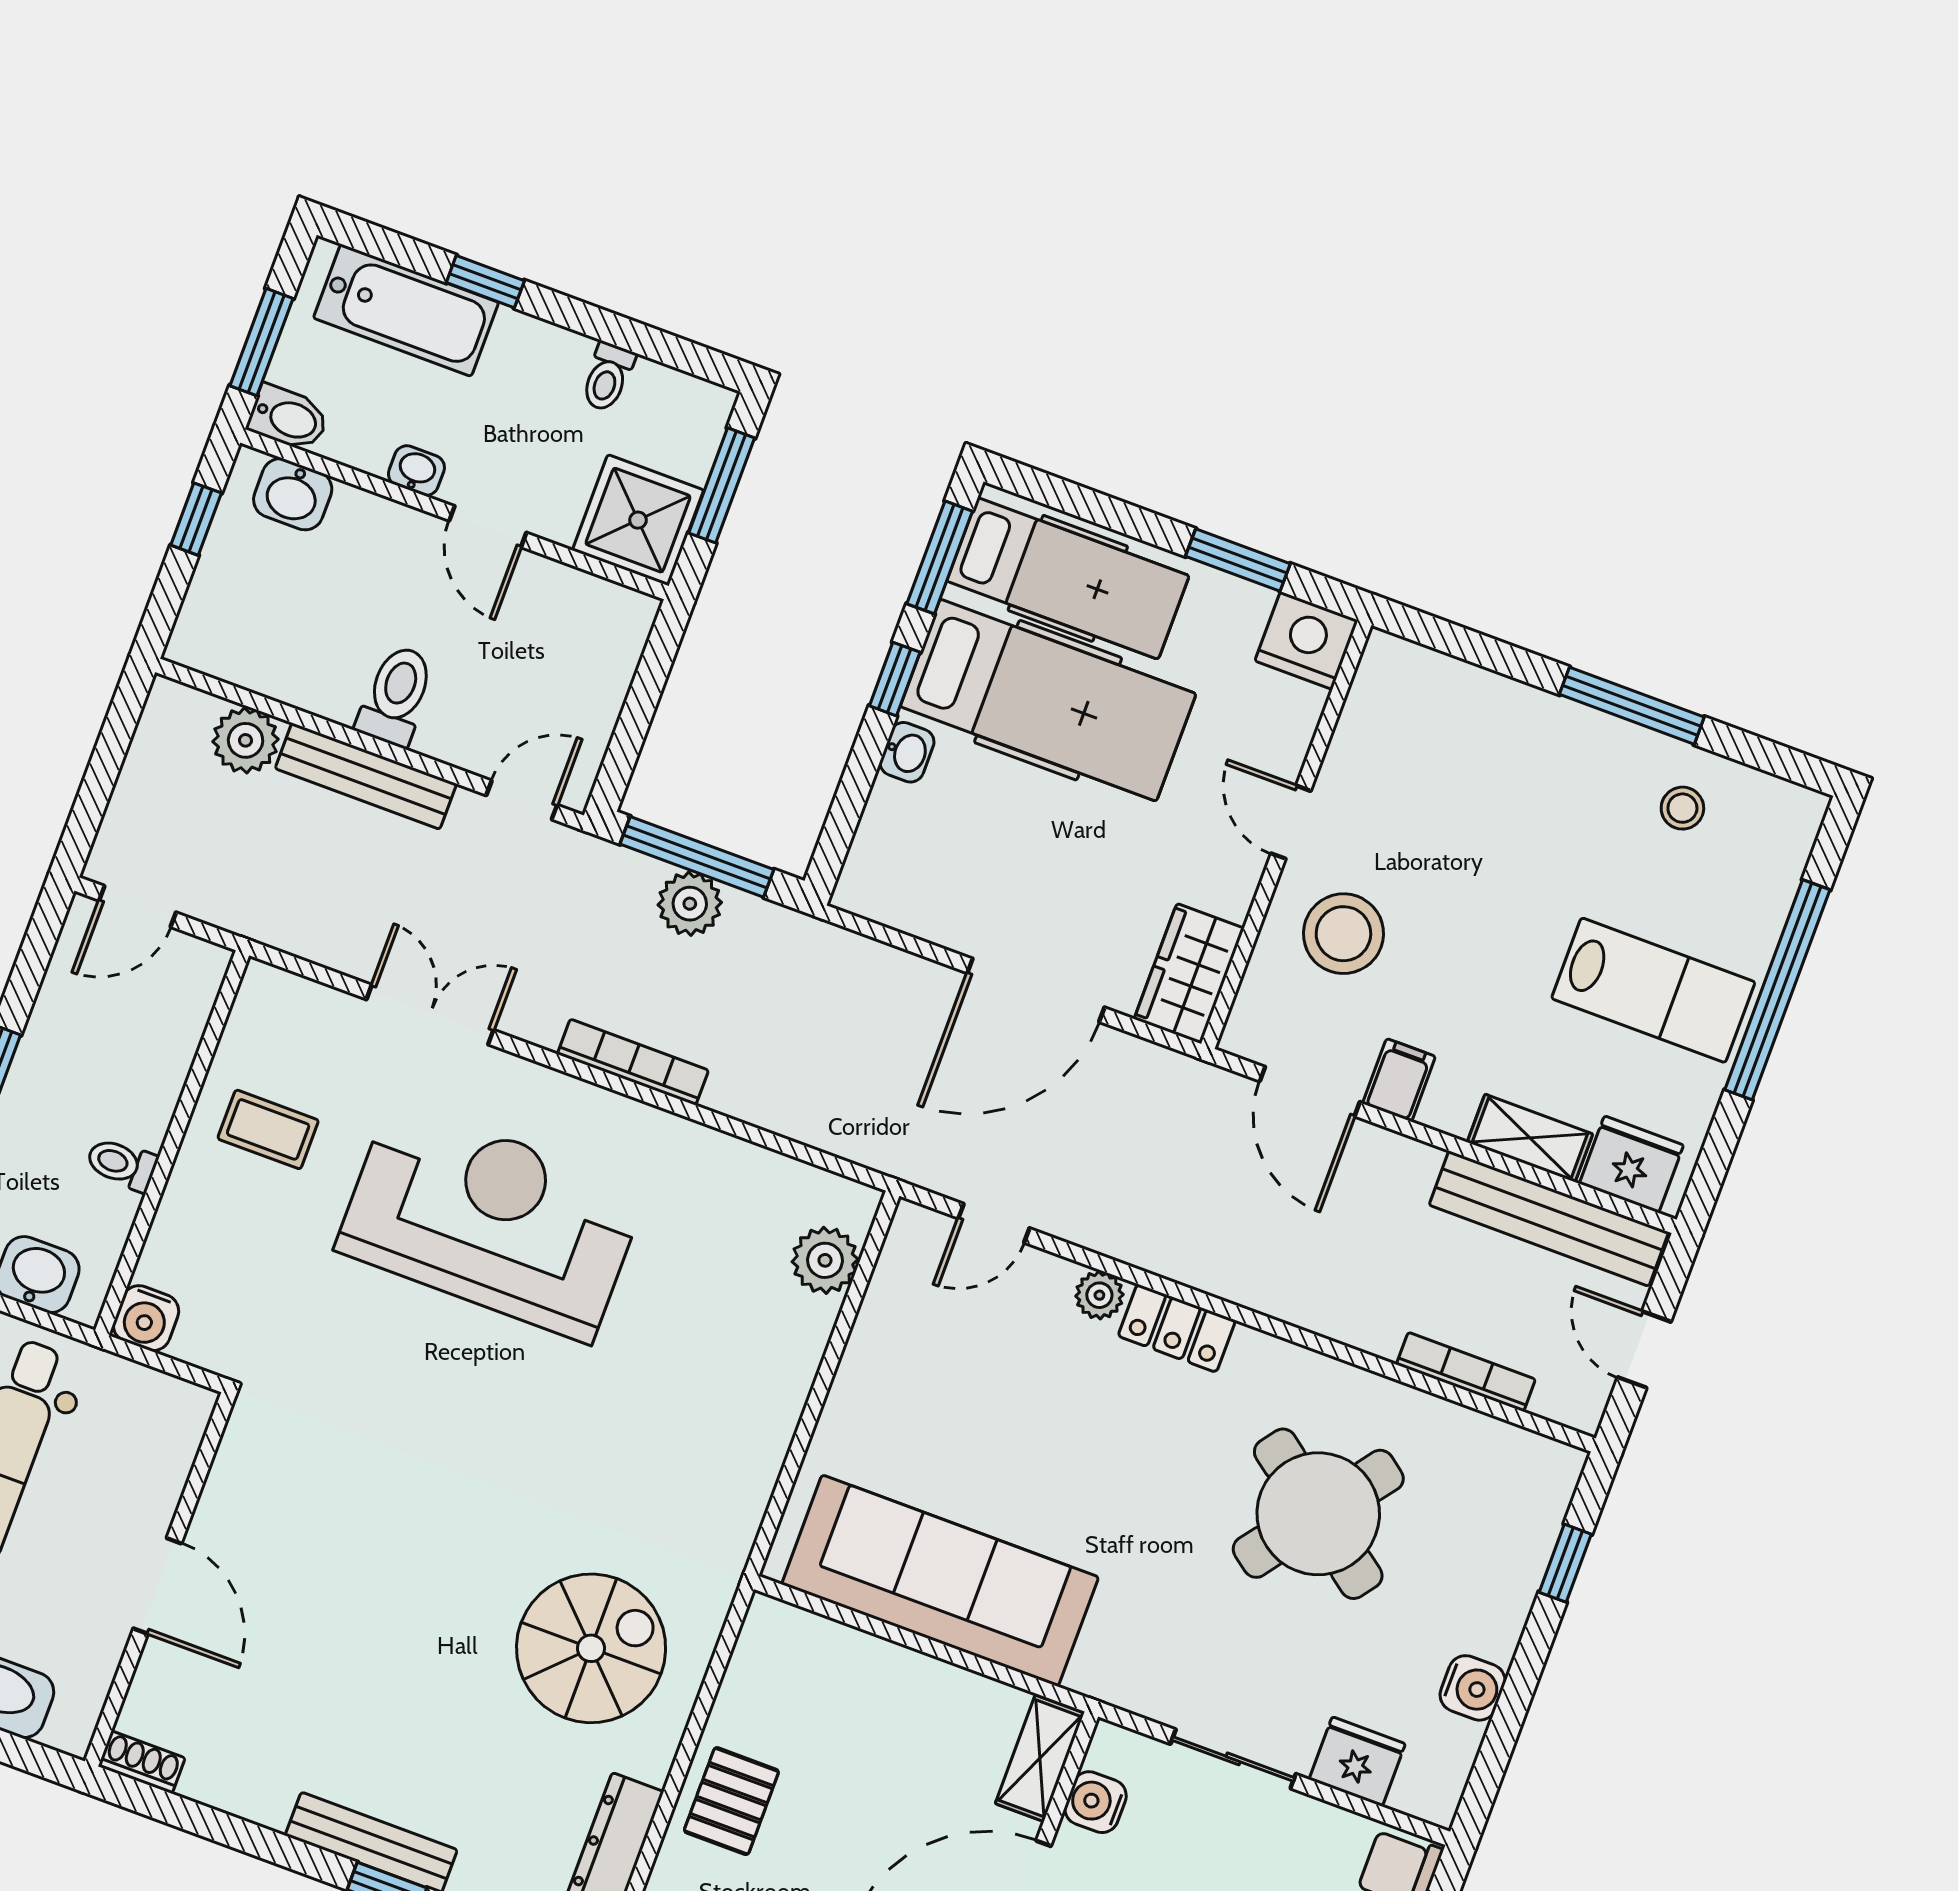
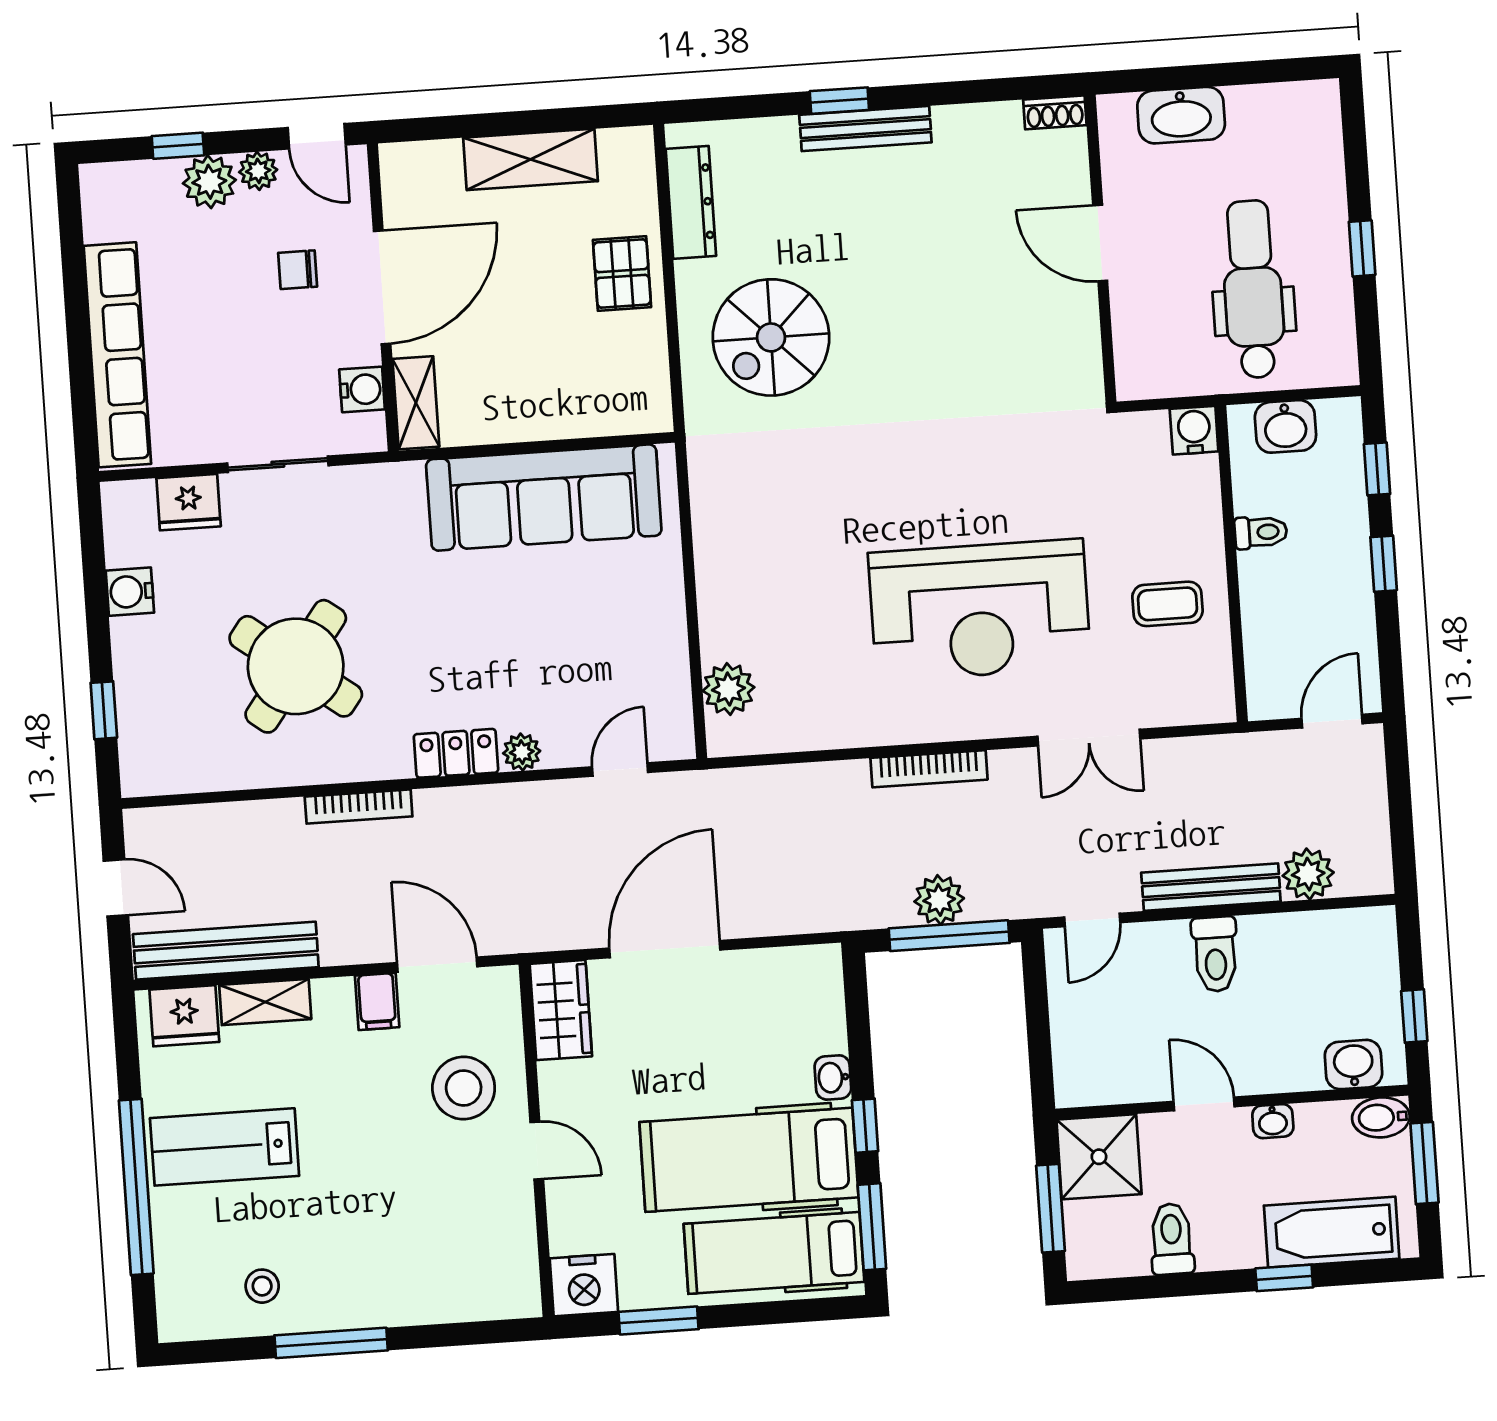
toilet: (608, 377) -> (1172, 1239), width x1.37, depth x1.39
bookcase: (1466, 1372) -> (359, 806), moved

